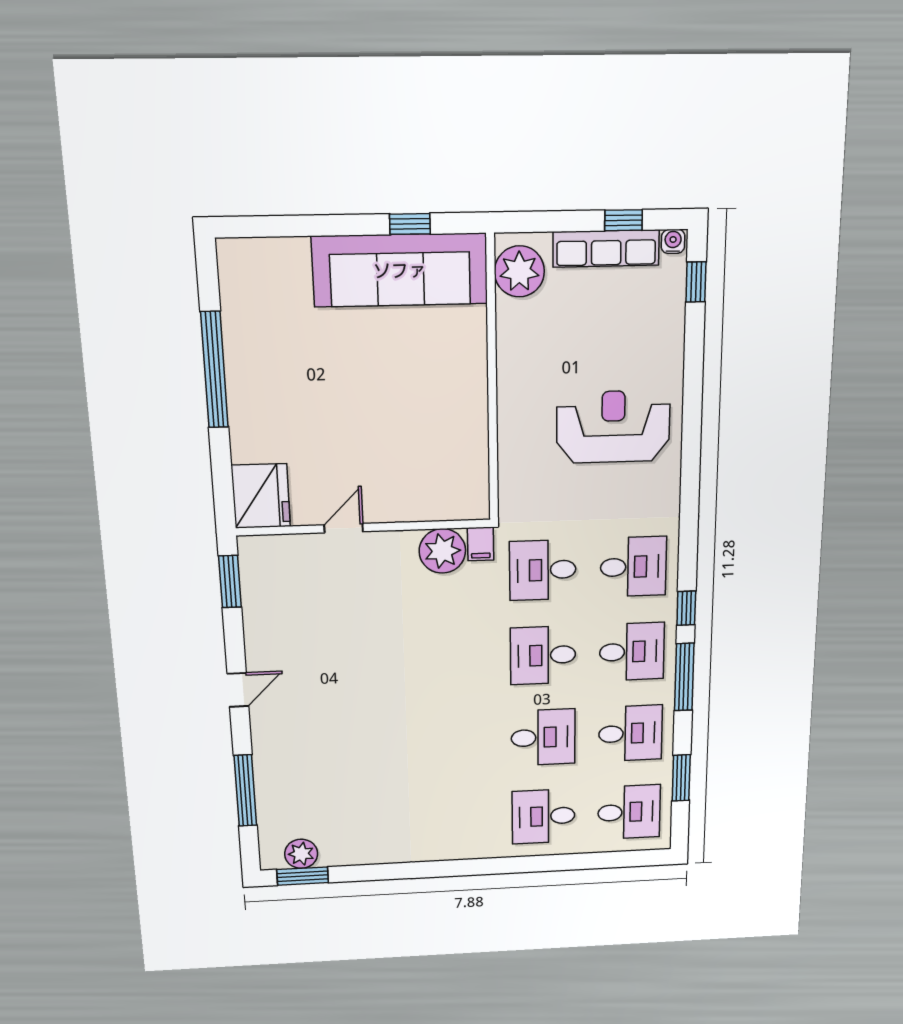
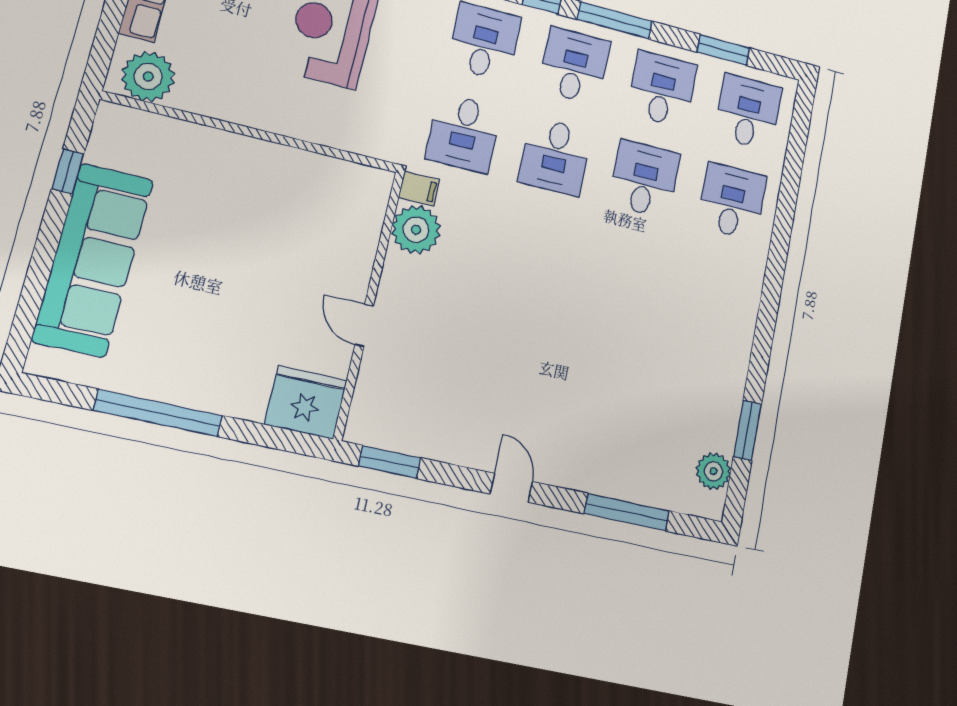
sofa: (400, 270) -> (93, 260), moved
desk: (543, 816) -> (732, 201), turned 180
window: (303, 876) -> (747, 430), moved

